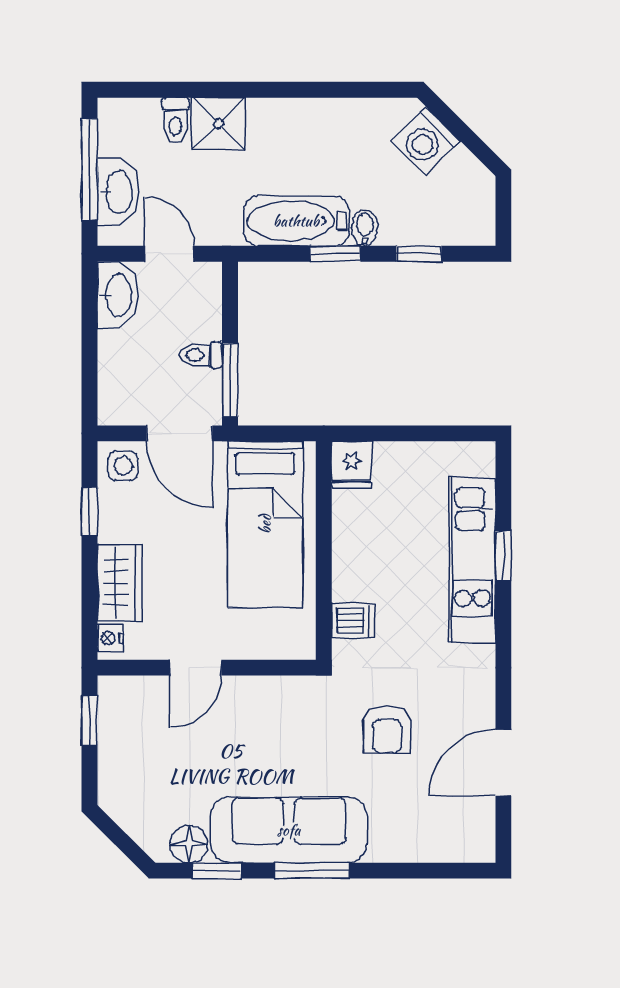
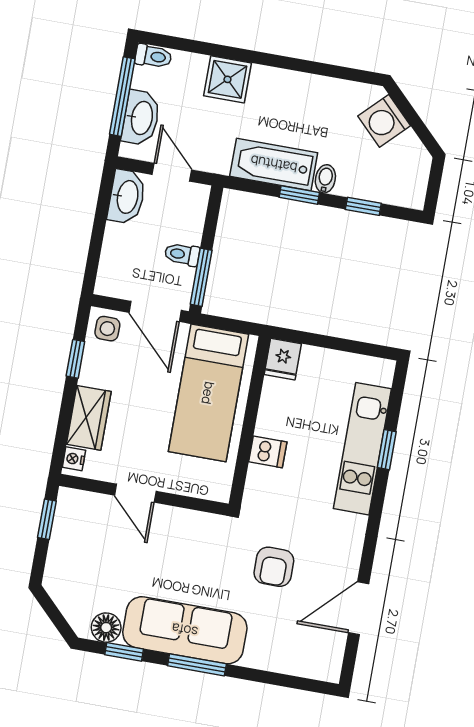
toilet: (175, 120) -> (153, 56), moved, turned -90
dishwasher: (353, 620) -> (268, 452), moved
door: (195, 668) -> (135, 493), hinge flipped

